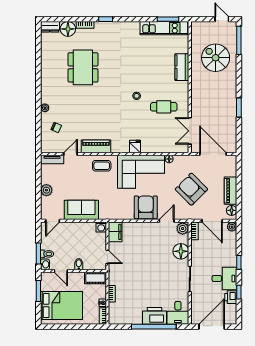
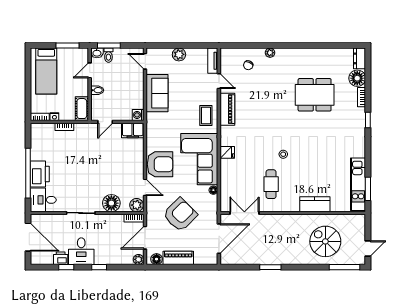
spiral stairs: (216, 58) -> (325, 241), turned -90
bed: (61, 305) -> (46, 71), width x0.67

